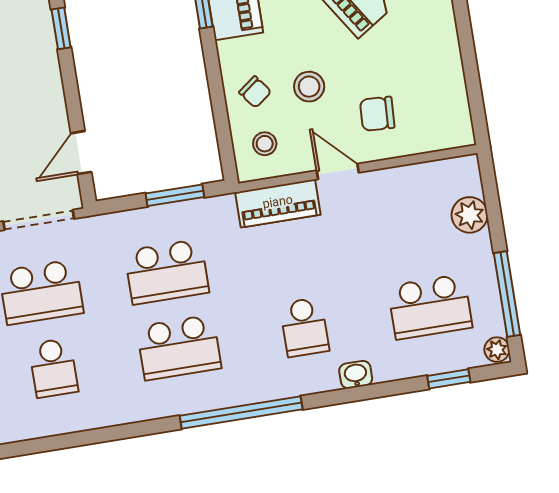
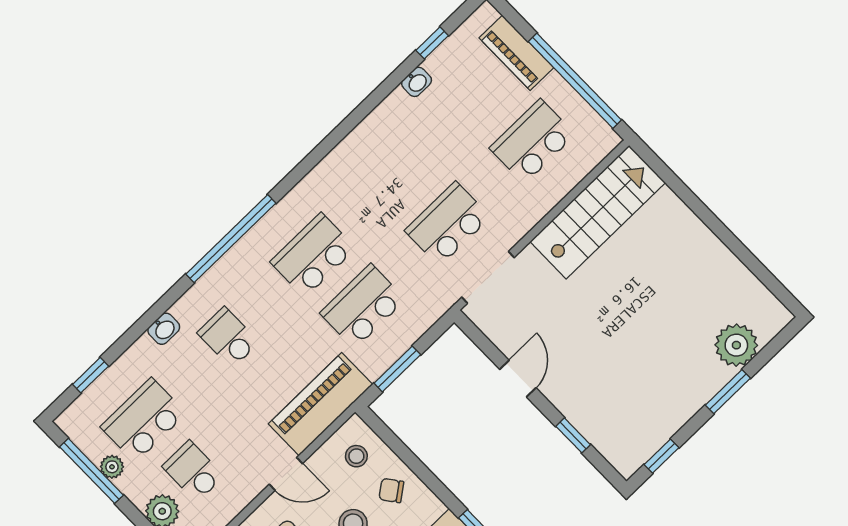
door: (81, 153) -> (518, 379), moved
piano: (278, 203) -> (320, 404), width x1.37, depth x1.33
plant: (497, 350) -> (112, 467), moved
school desk: (53, 368) -> (193, 471), moved

